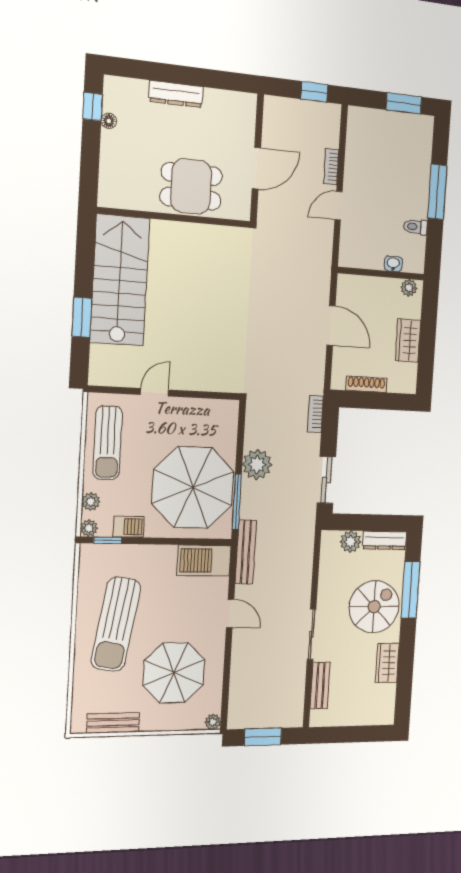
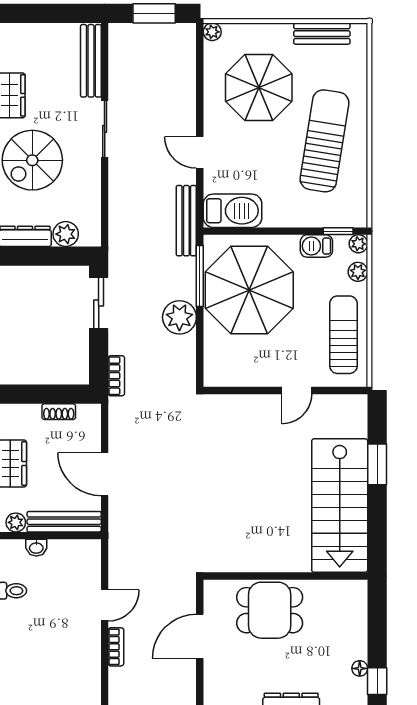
bench: (368, 285) -> (64, 522), added
shoe rack: (366, 384) -> (59, 412), width x0.70
bench: (320, 685) -> (91, 61), width x1.36

